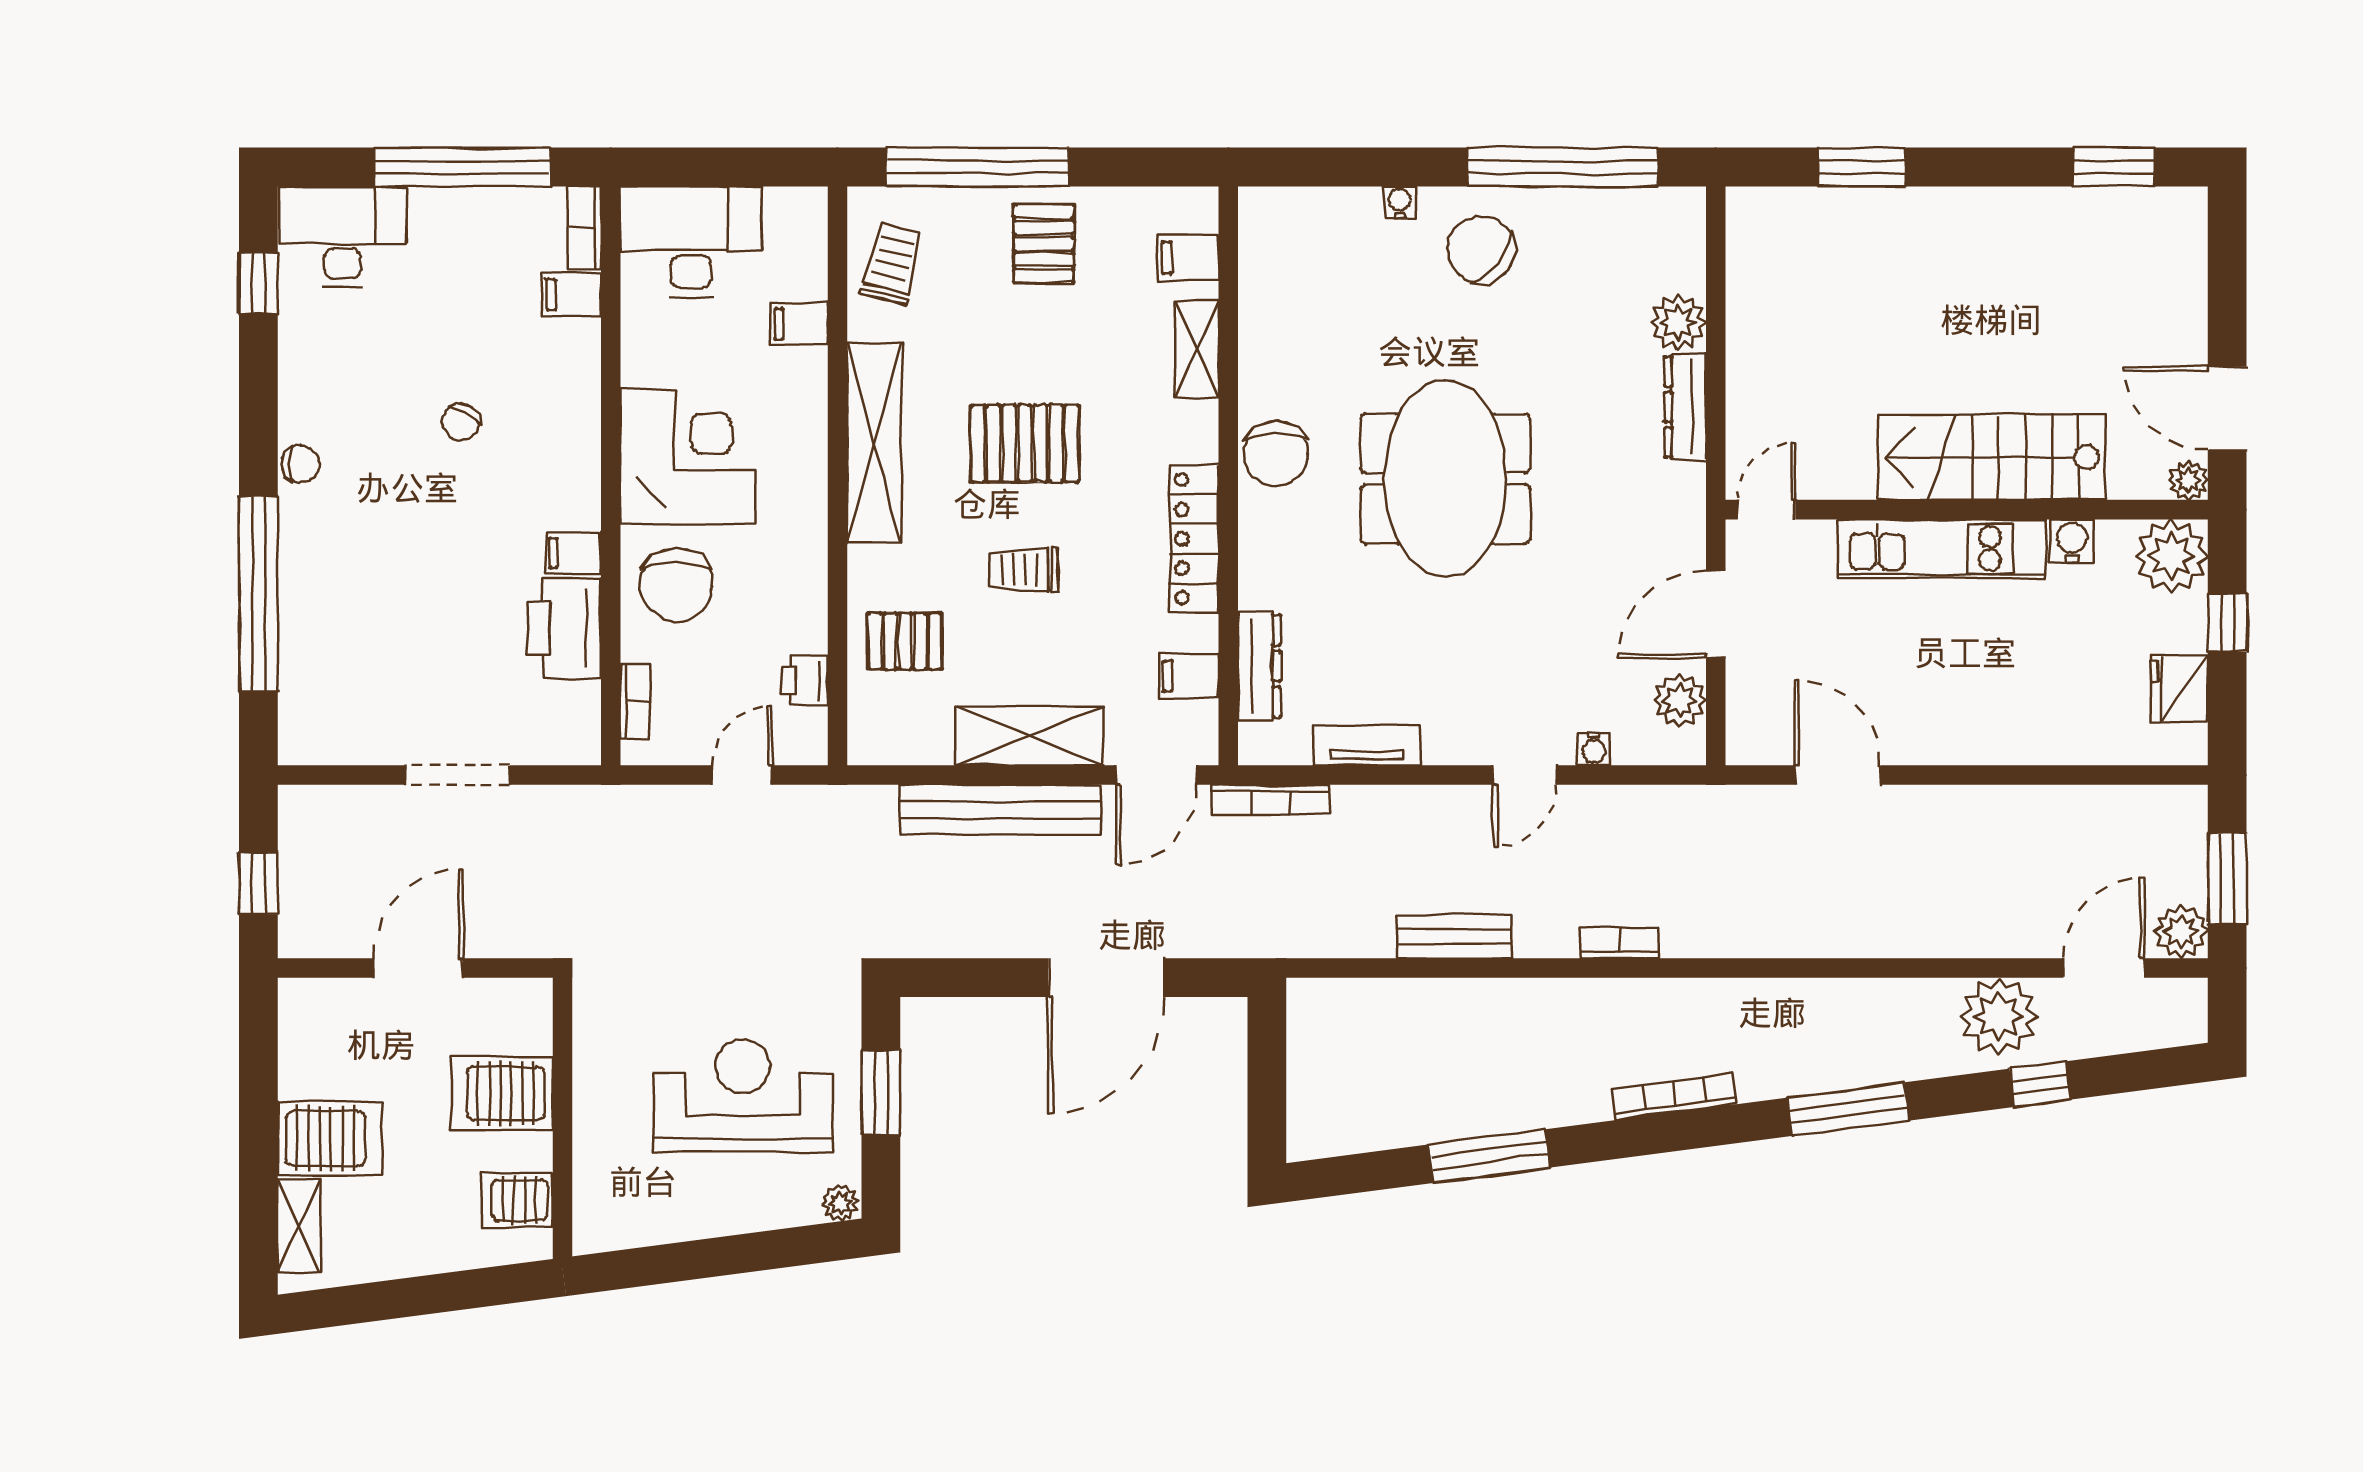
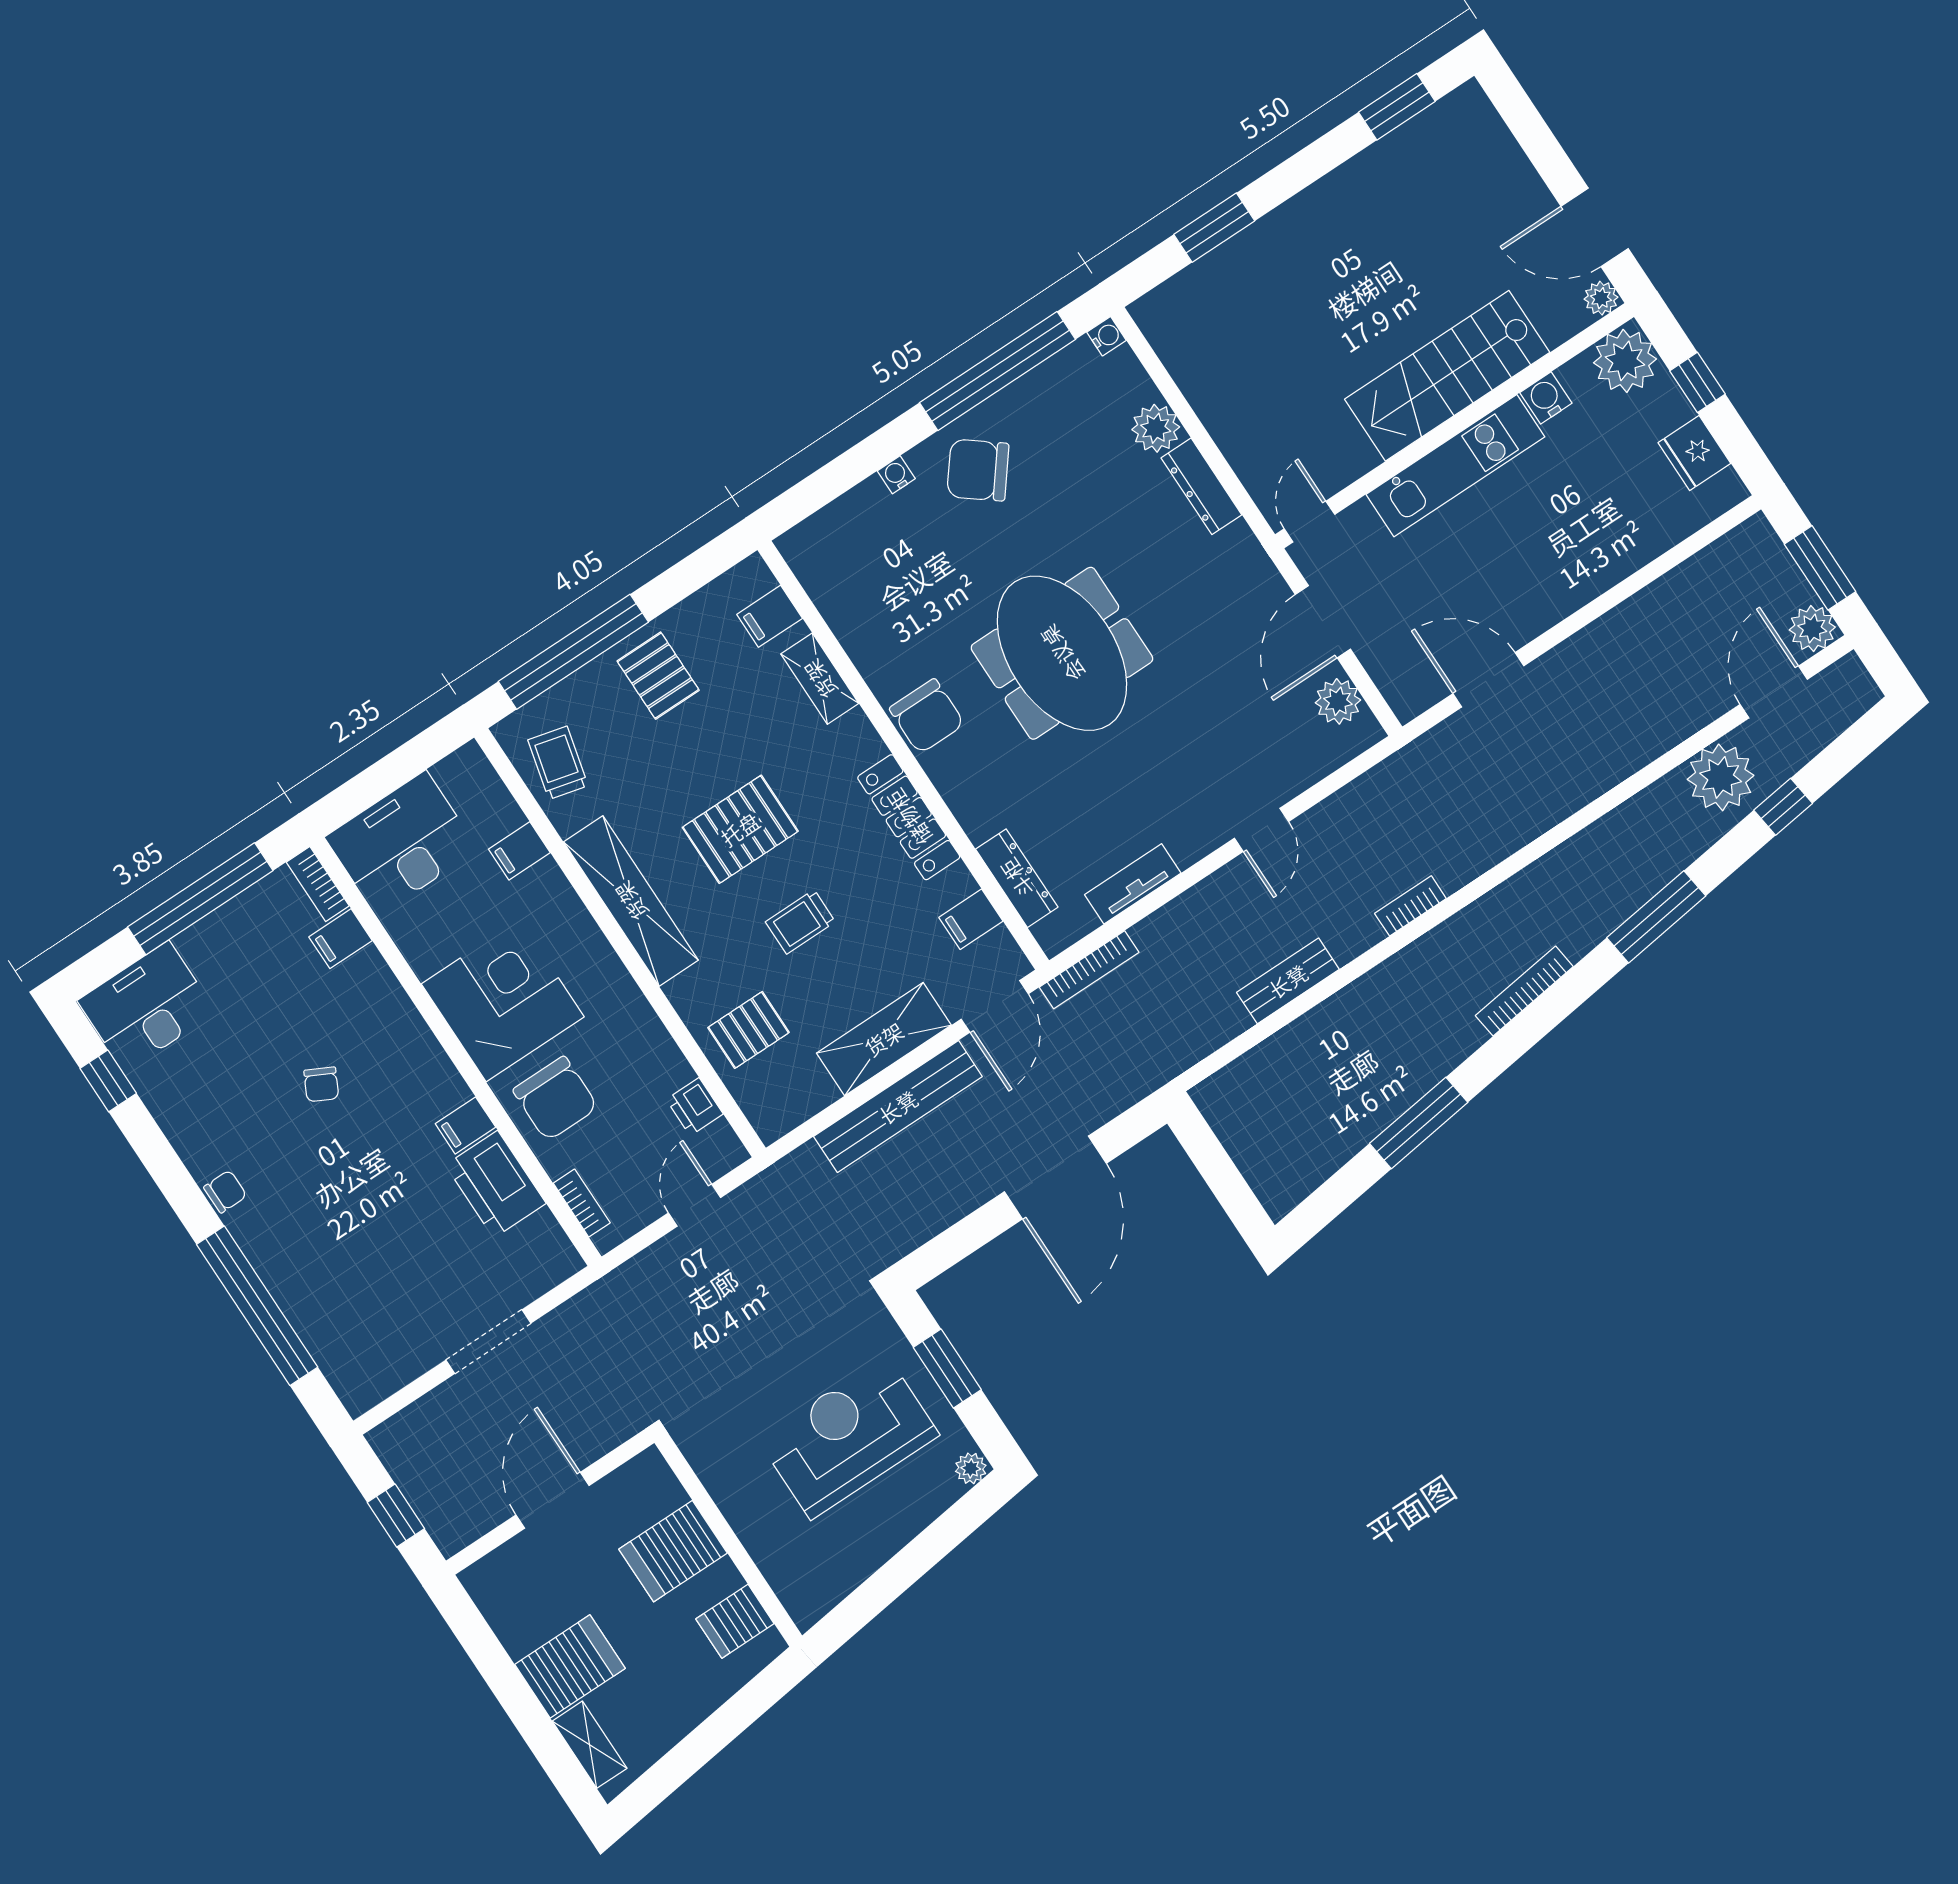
water cooler: (1594, 749) -> (1107, 336), moved, turned -90

